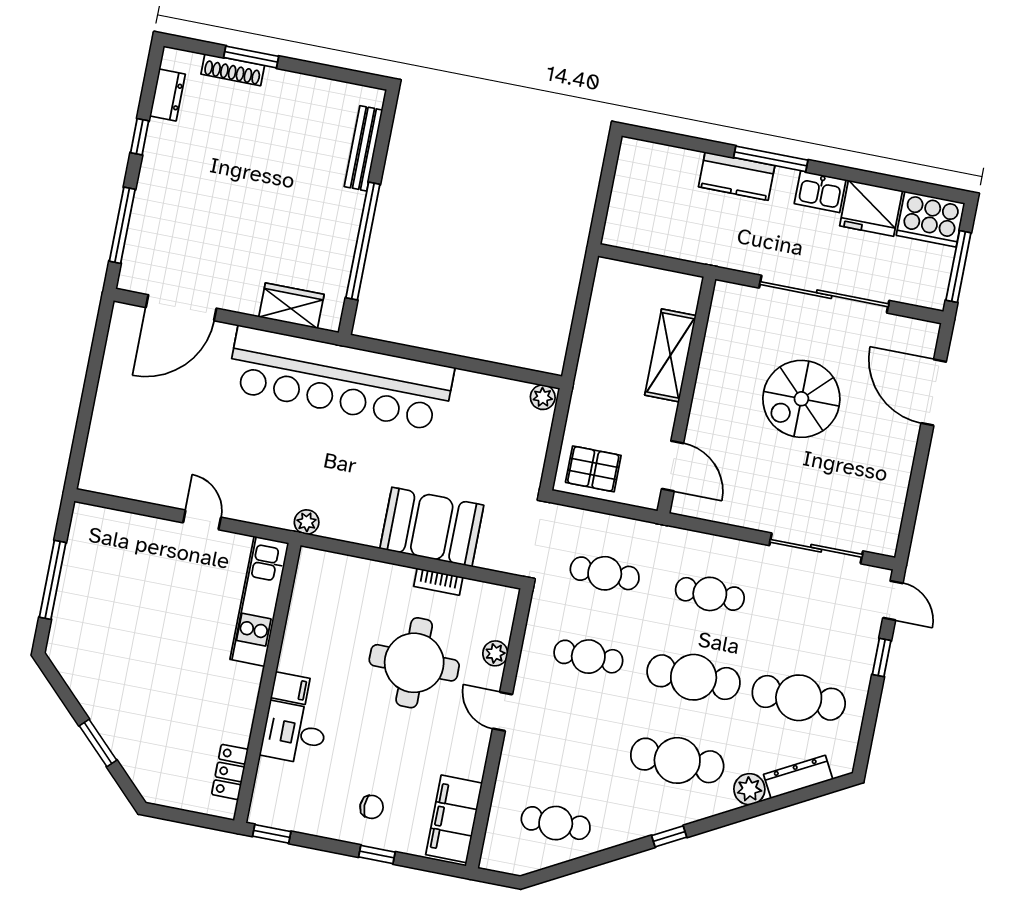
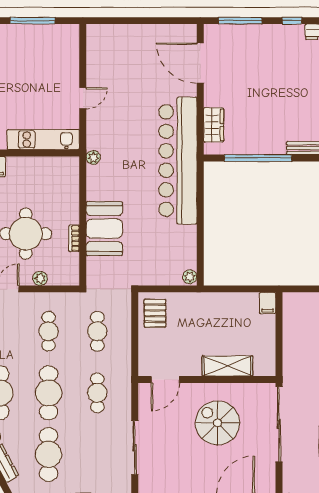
filing cabinet: (614, 273) -> (268, 303), added
shelving: (670, 355) -> (227, 366), moved
wall: (686, 395) -> (207, 379), moved
door: (673, 466) -> (165, 379), moved

